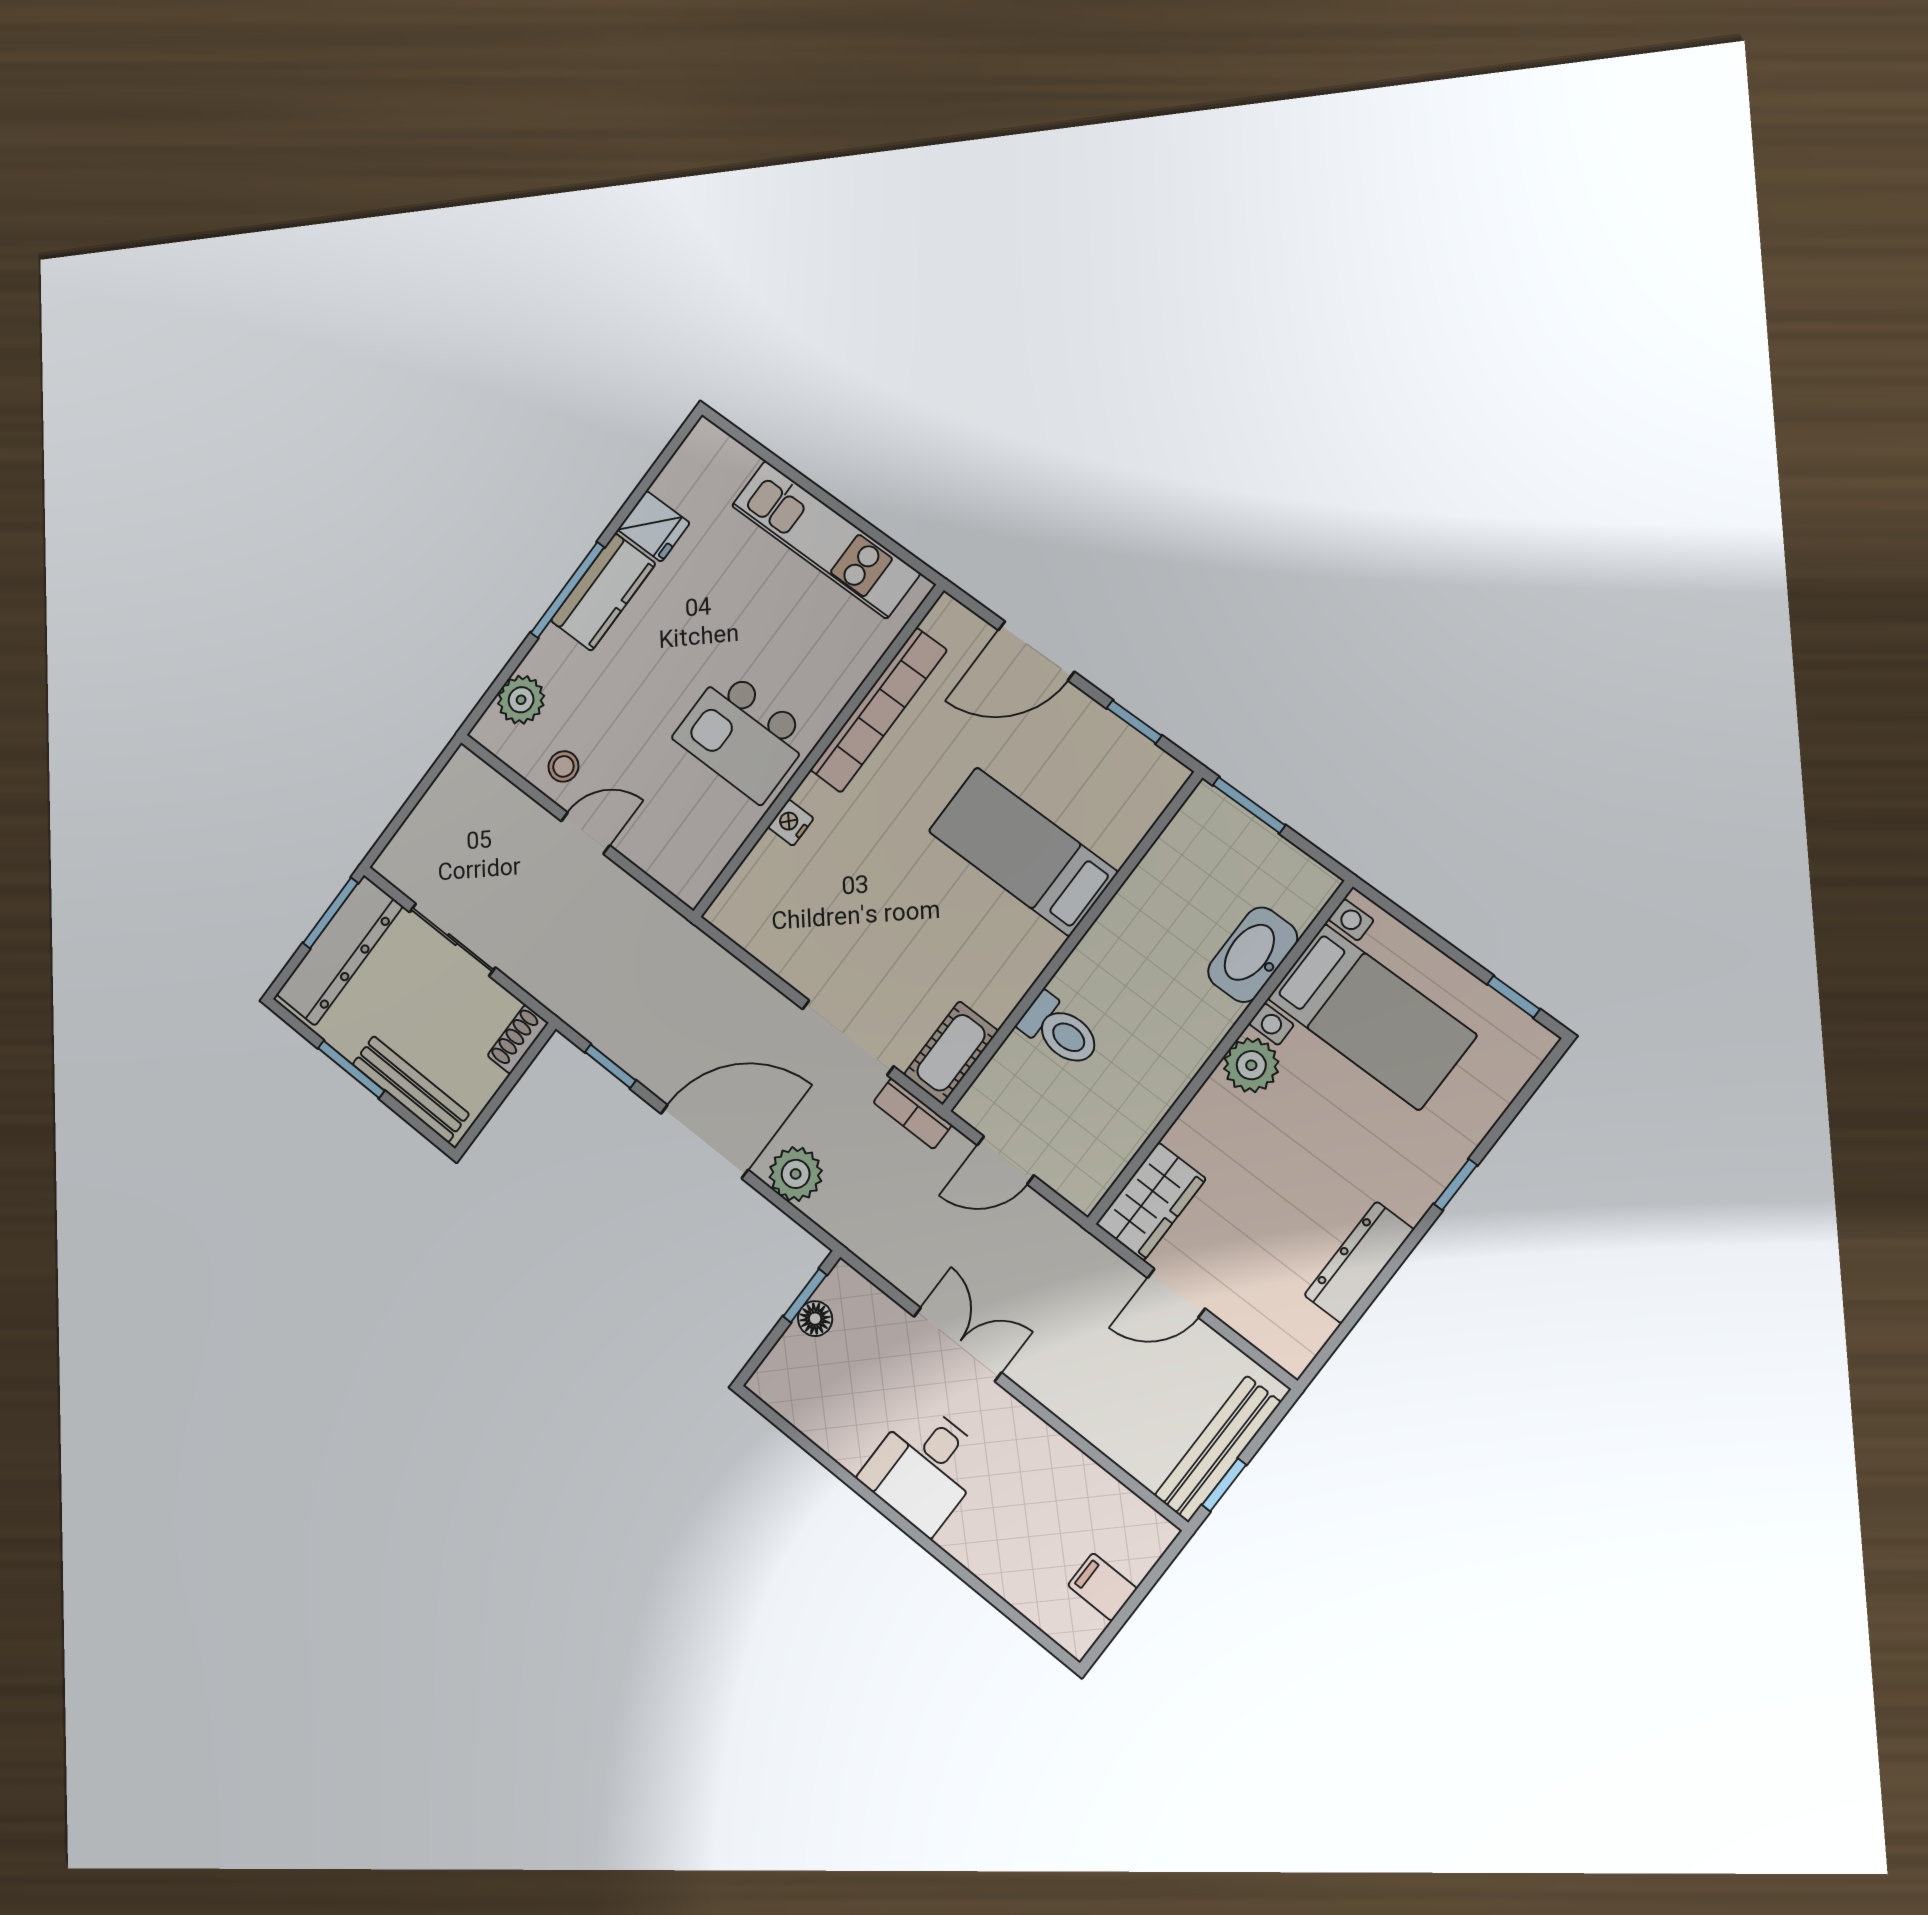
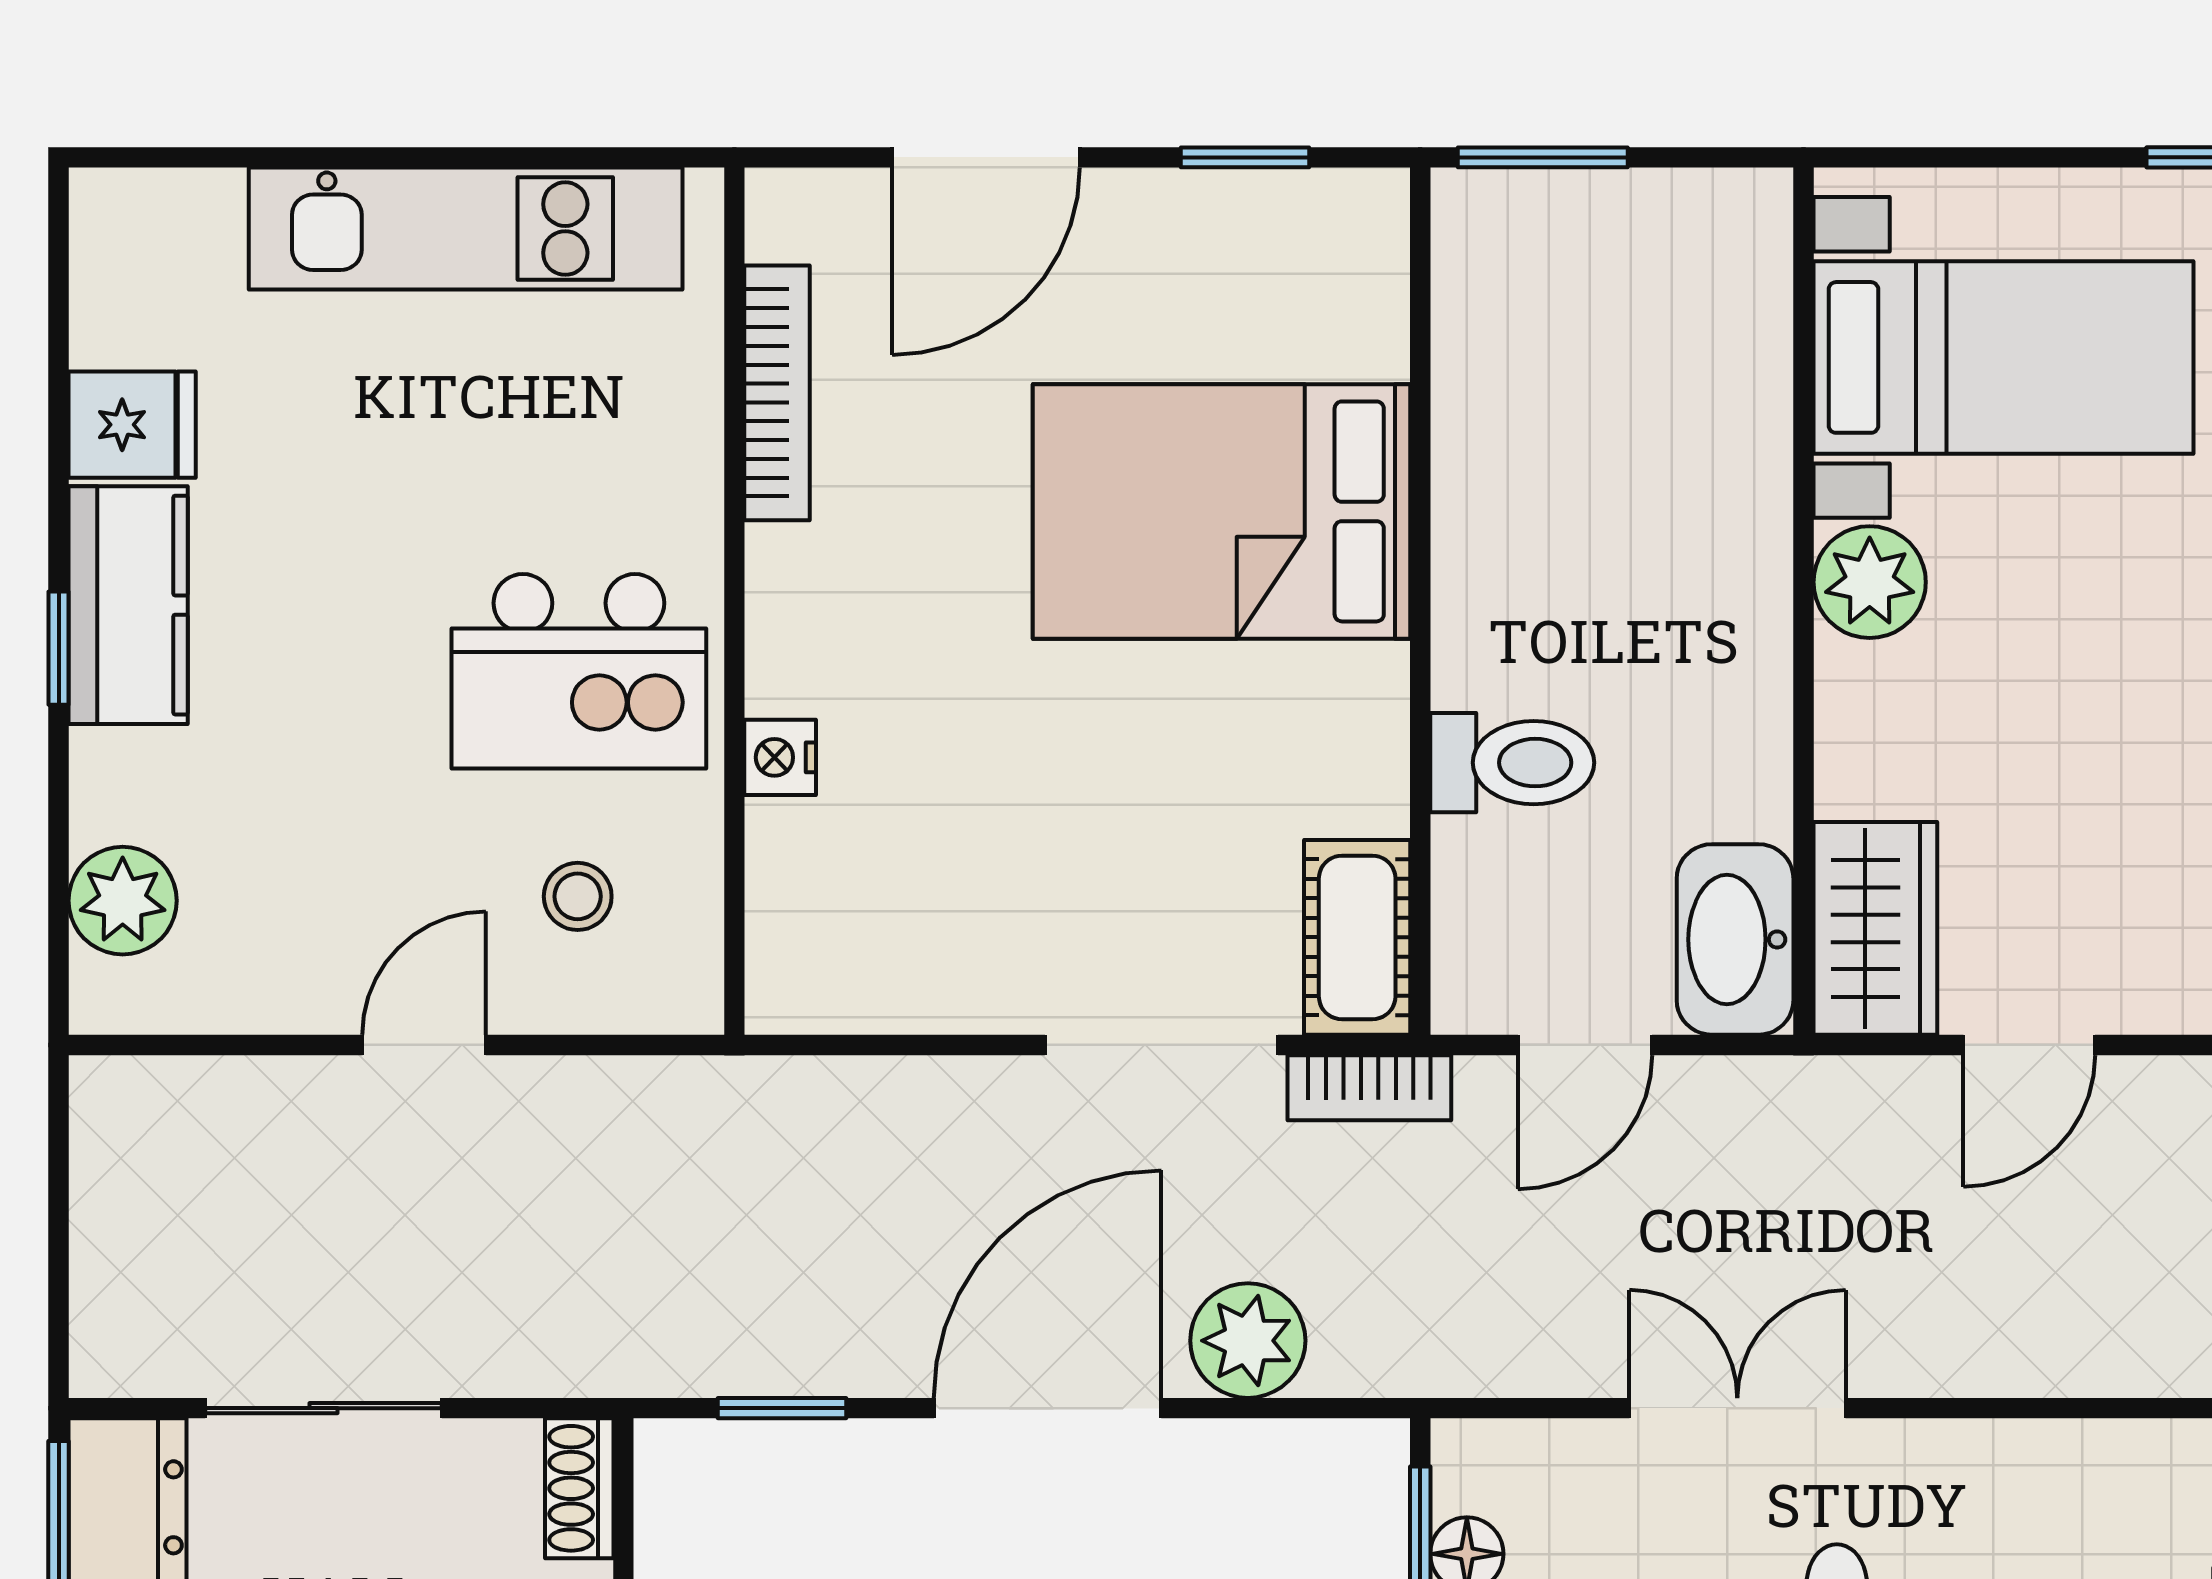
window: (567, 590) -> (59, 648), width x0.46
bookcase: (879, 710) -> (777, 393), width x0.68, depth x0.76
stool: (563, 766) -> (578, 896), moved
bed: (1023, 851) -> (1222, 511), width x1.50
washbasin: (1253, 955) -> (1735, 939), moved

